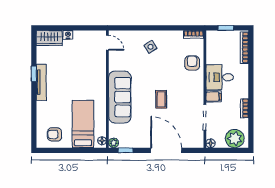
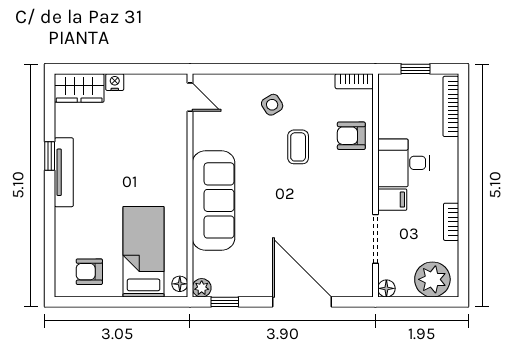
armchair: (192, 63) -> (351, 136), turned -90
coffee table: (161, 99) -> (298, 147), moved

